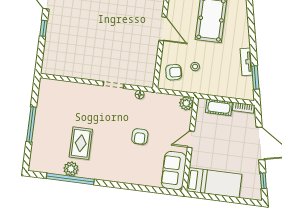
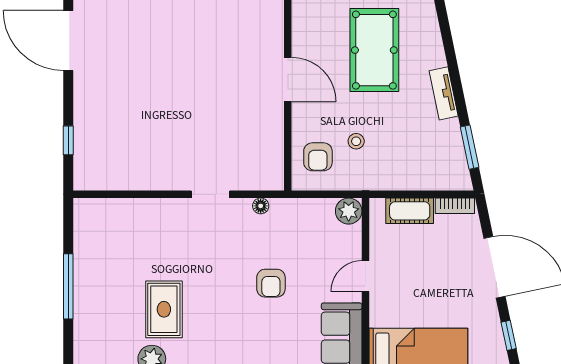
window: (44, 28) -> (68, 140), moved
tv unit: (246, 62) -> (444, 93), moved
armchair: (174, 72) -> (318, 157), turned 102

